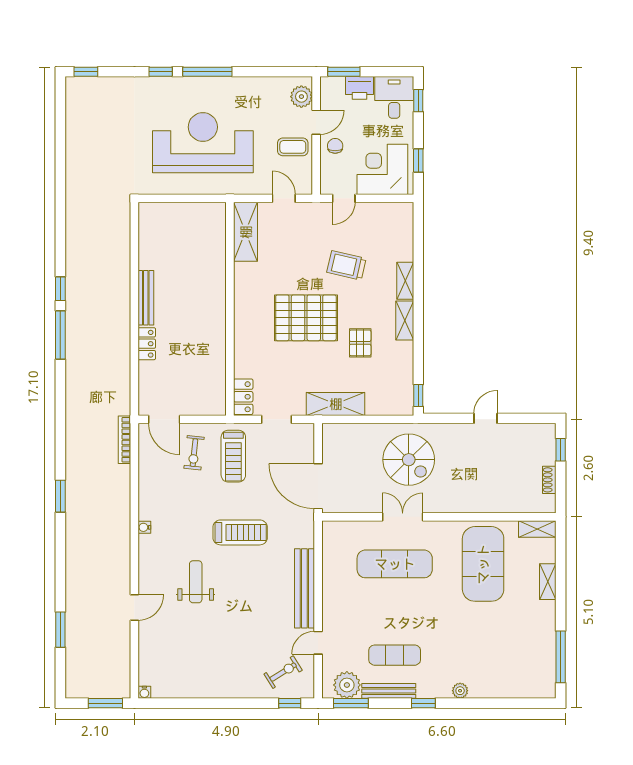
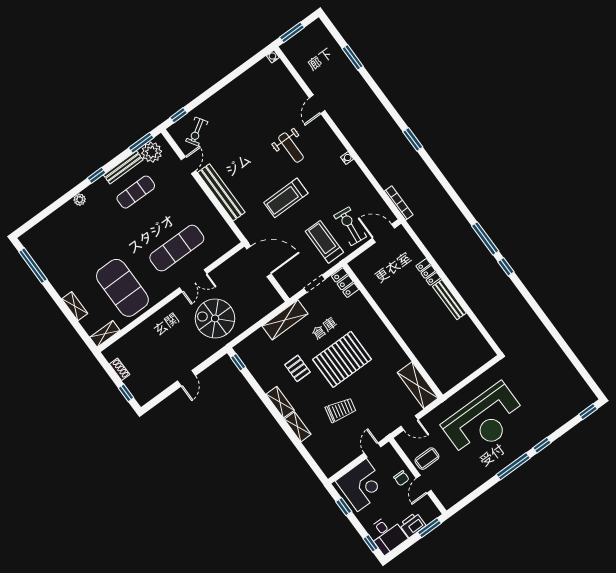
plant: (301, 97) -> (444, 493), removed
exercise bike: (194, 453) -> (350, 226), width x1.38, depth x1.39

